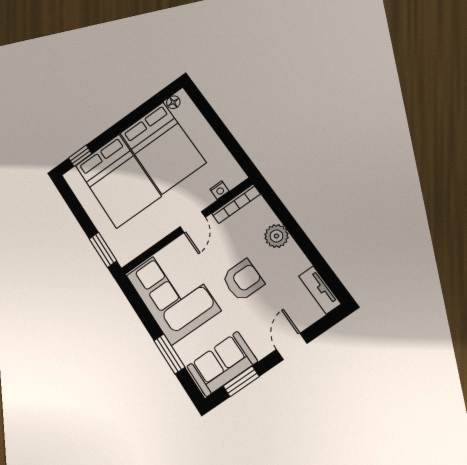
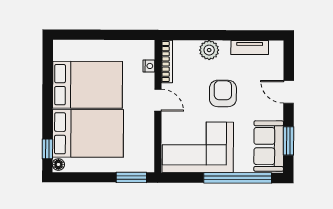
floor lamp: (173, 102) -> (58, 164), moved
tv unit: (320, 290) -> (250, 48), moved
window: (169, 354) -> (238, 178), width x2.11

